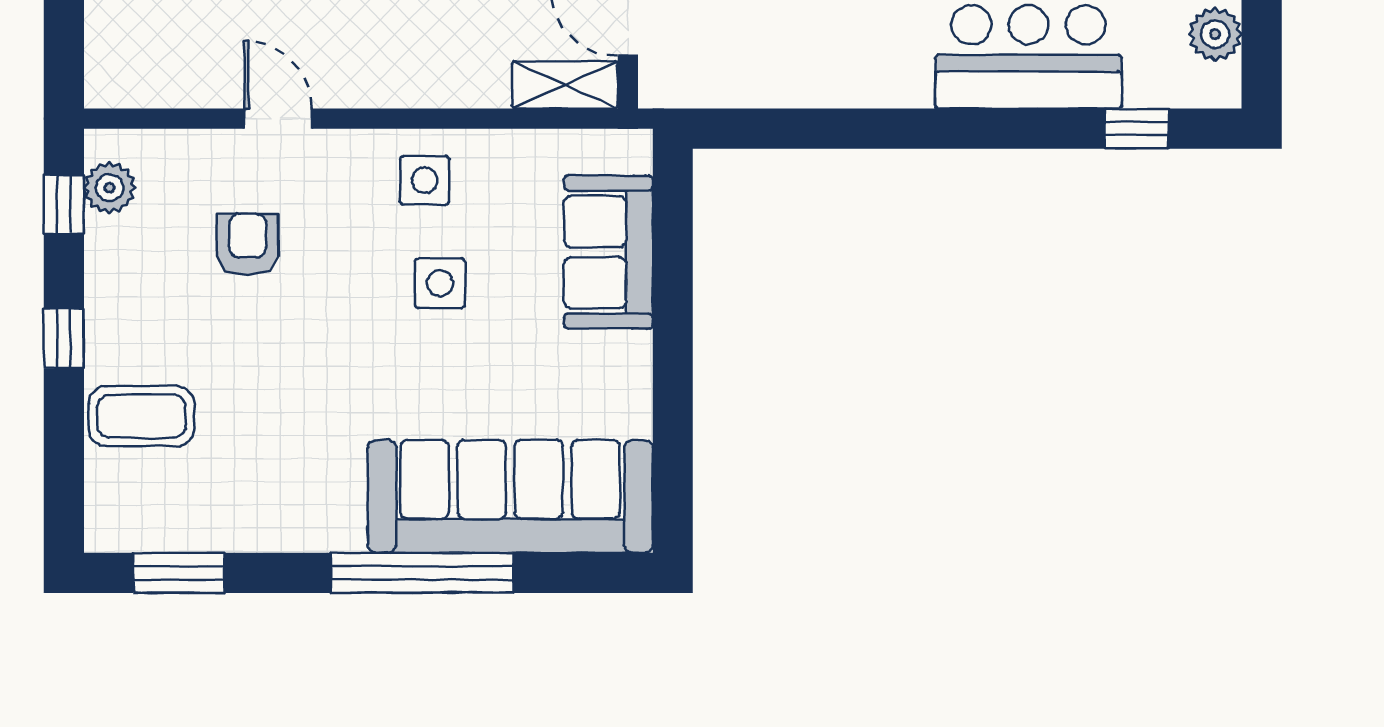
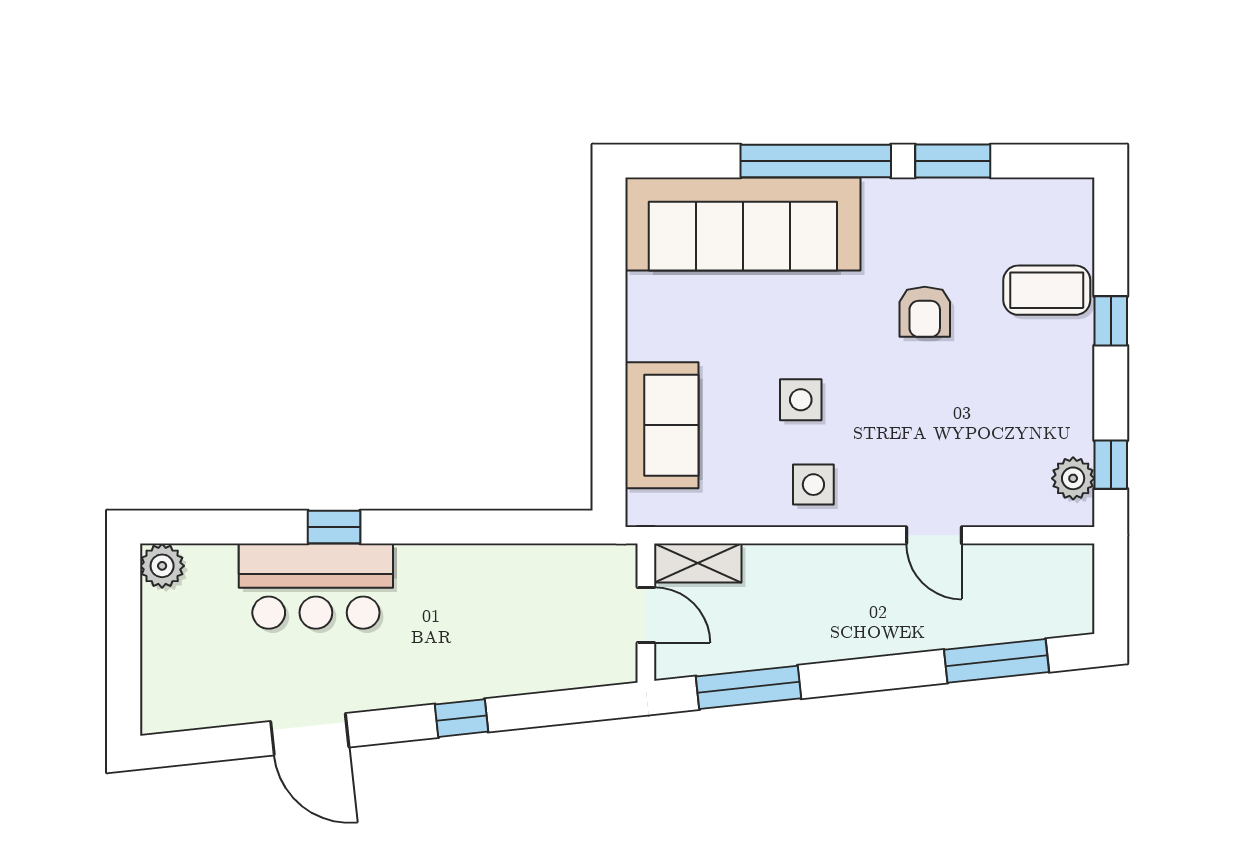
plant: (1215, 34) -> (162, 566), moved
window: (1137, 129) -> (334, 527), moved
armchair: (248, 244) -> (925, 312), moved
window: (64, 338) -> (1111, 321), moved
window: (179, 573) -> (953, 161), moved

